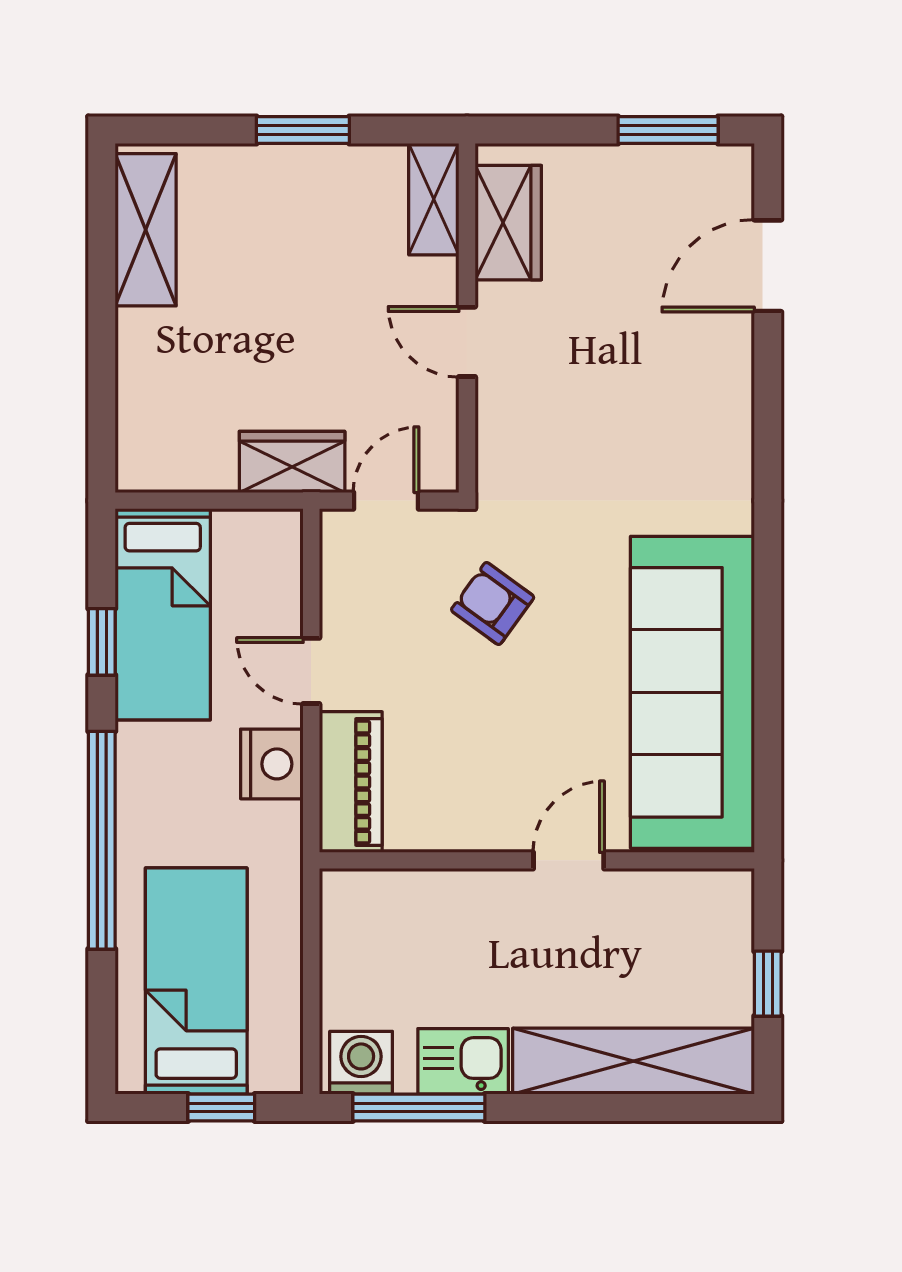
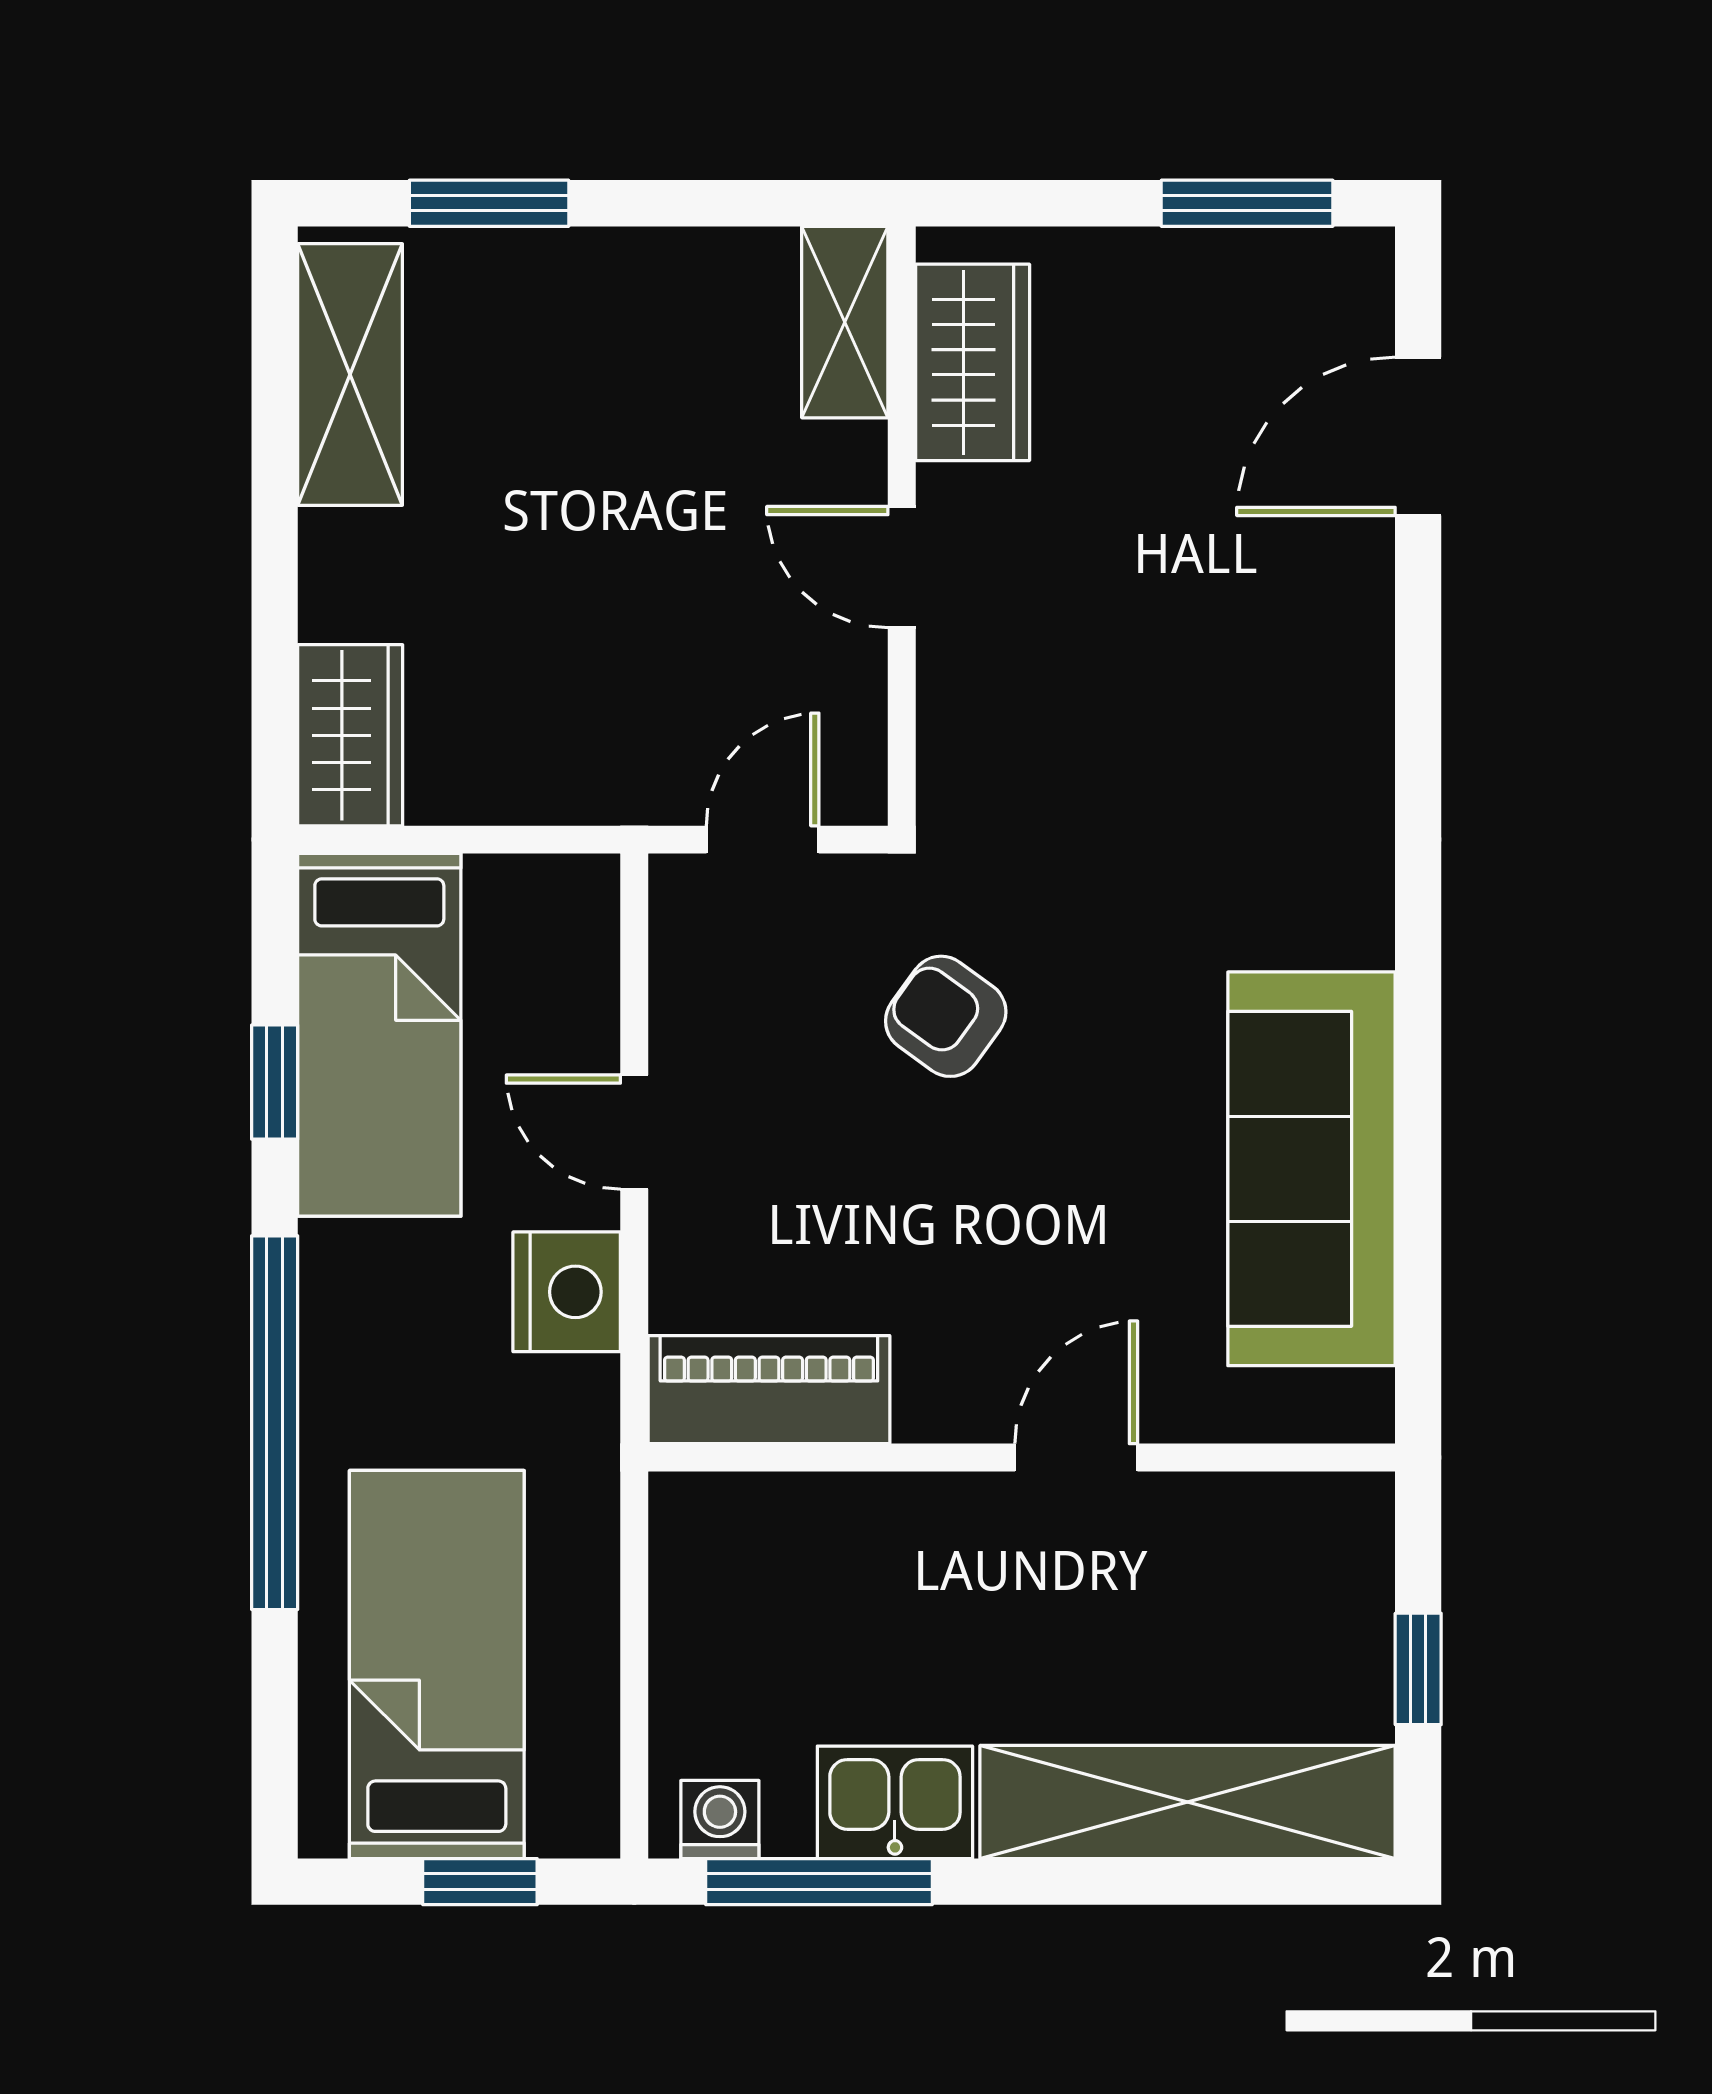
window: (303, 130) -> (489, 203), moved
wardrobe: (292, 462) -> (350, 735), moved, turned 90
sofa: (692, 692) -> (1311, 1169), width x0.74, depth x0.79
piano: (351, 782) -> (769, 1390), moved, turned -90
washing machine: (361, 1063) -> (720, 1820), width x0.73, depth x0.73

